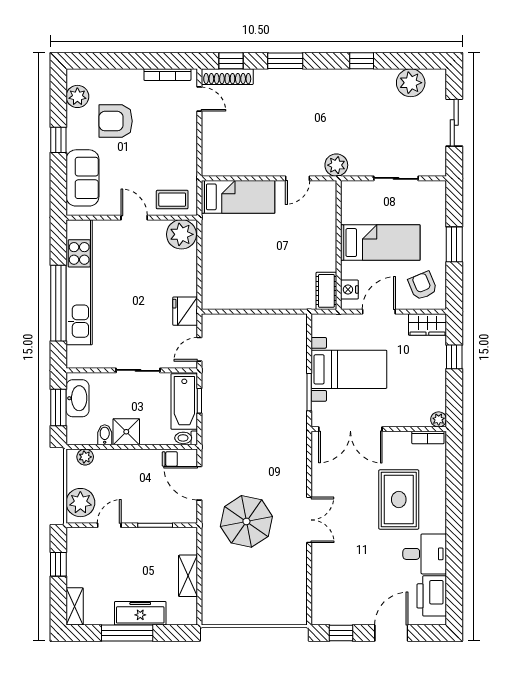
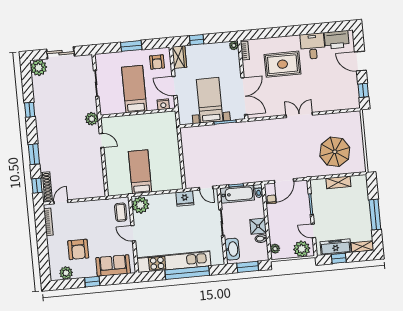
plant: (411, 83) -> (39, 68), moved
bed: (238, 197) -> (140, 172), moved
door: (134, 218) -> (133, 233), hinge flipped
armchair: (423, 286) -> (157, 62), turned -67
cot: (326, 291) -> (165, 118), removed
washbasin: (78, 398) -> (232, 249), moved, turned 90
parasol: (246, 521) -> (335, 152), moved
freezer: (140, 613) -> (336, 247), moved, turned 90

